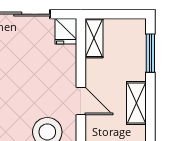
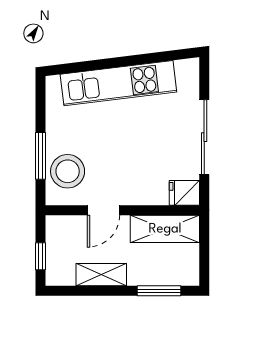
shelving: (94, 38) -> (165, 229), width x1.50, depth x1.33

